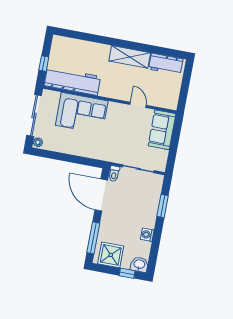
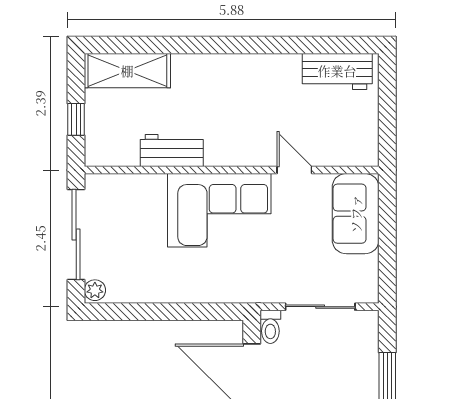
shelving: (130, 57) -> (127, 71), moved
workbench: (72, 81) -> (172, 150), width x0.53, depth x0.76
corner sofa: (82, 113) -> (219, 210), moved

